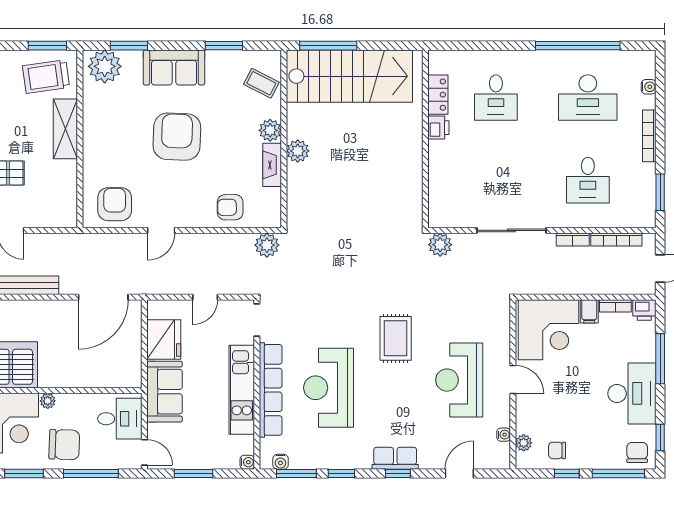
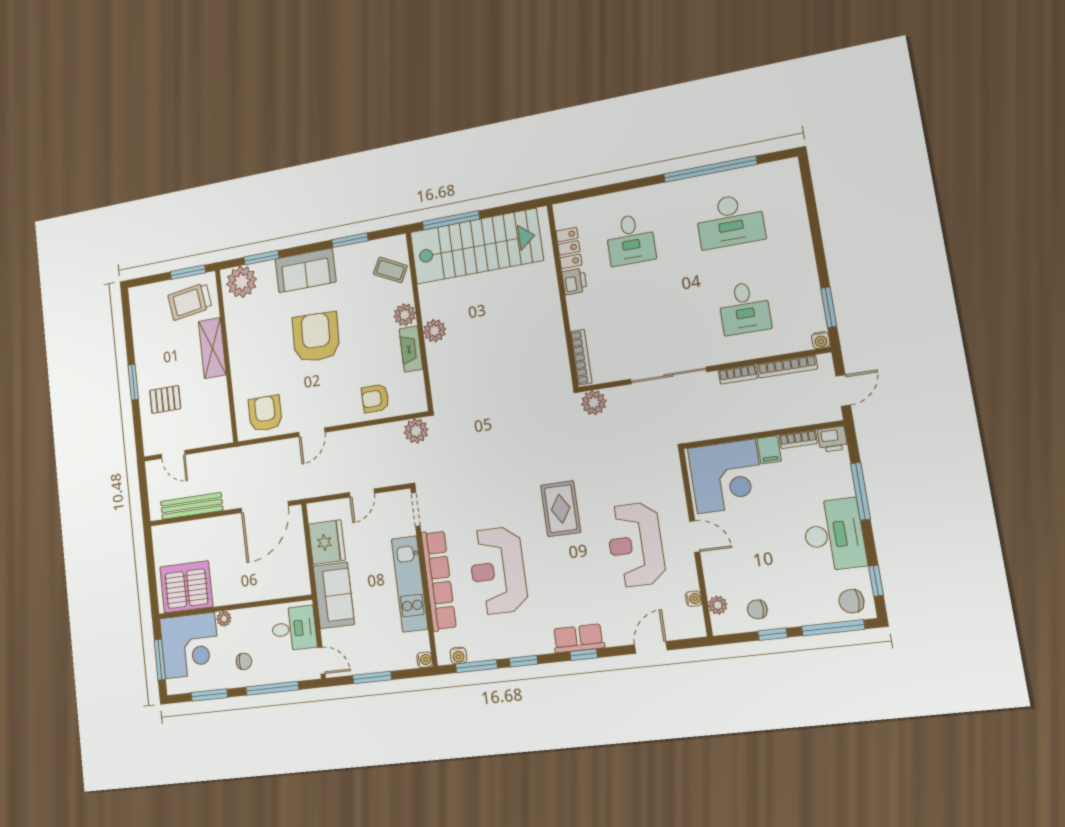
water cooler: (649, 87) -> (821, 340), moved, turned 90
bookcase: (649, 136) -> (581, 357), moved, turned 180
chair: (64, 445) -> (244, 661), width x0.54, depth x0.54
chair: (637, 453) -> (851, 601), turned -90

